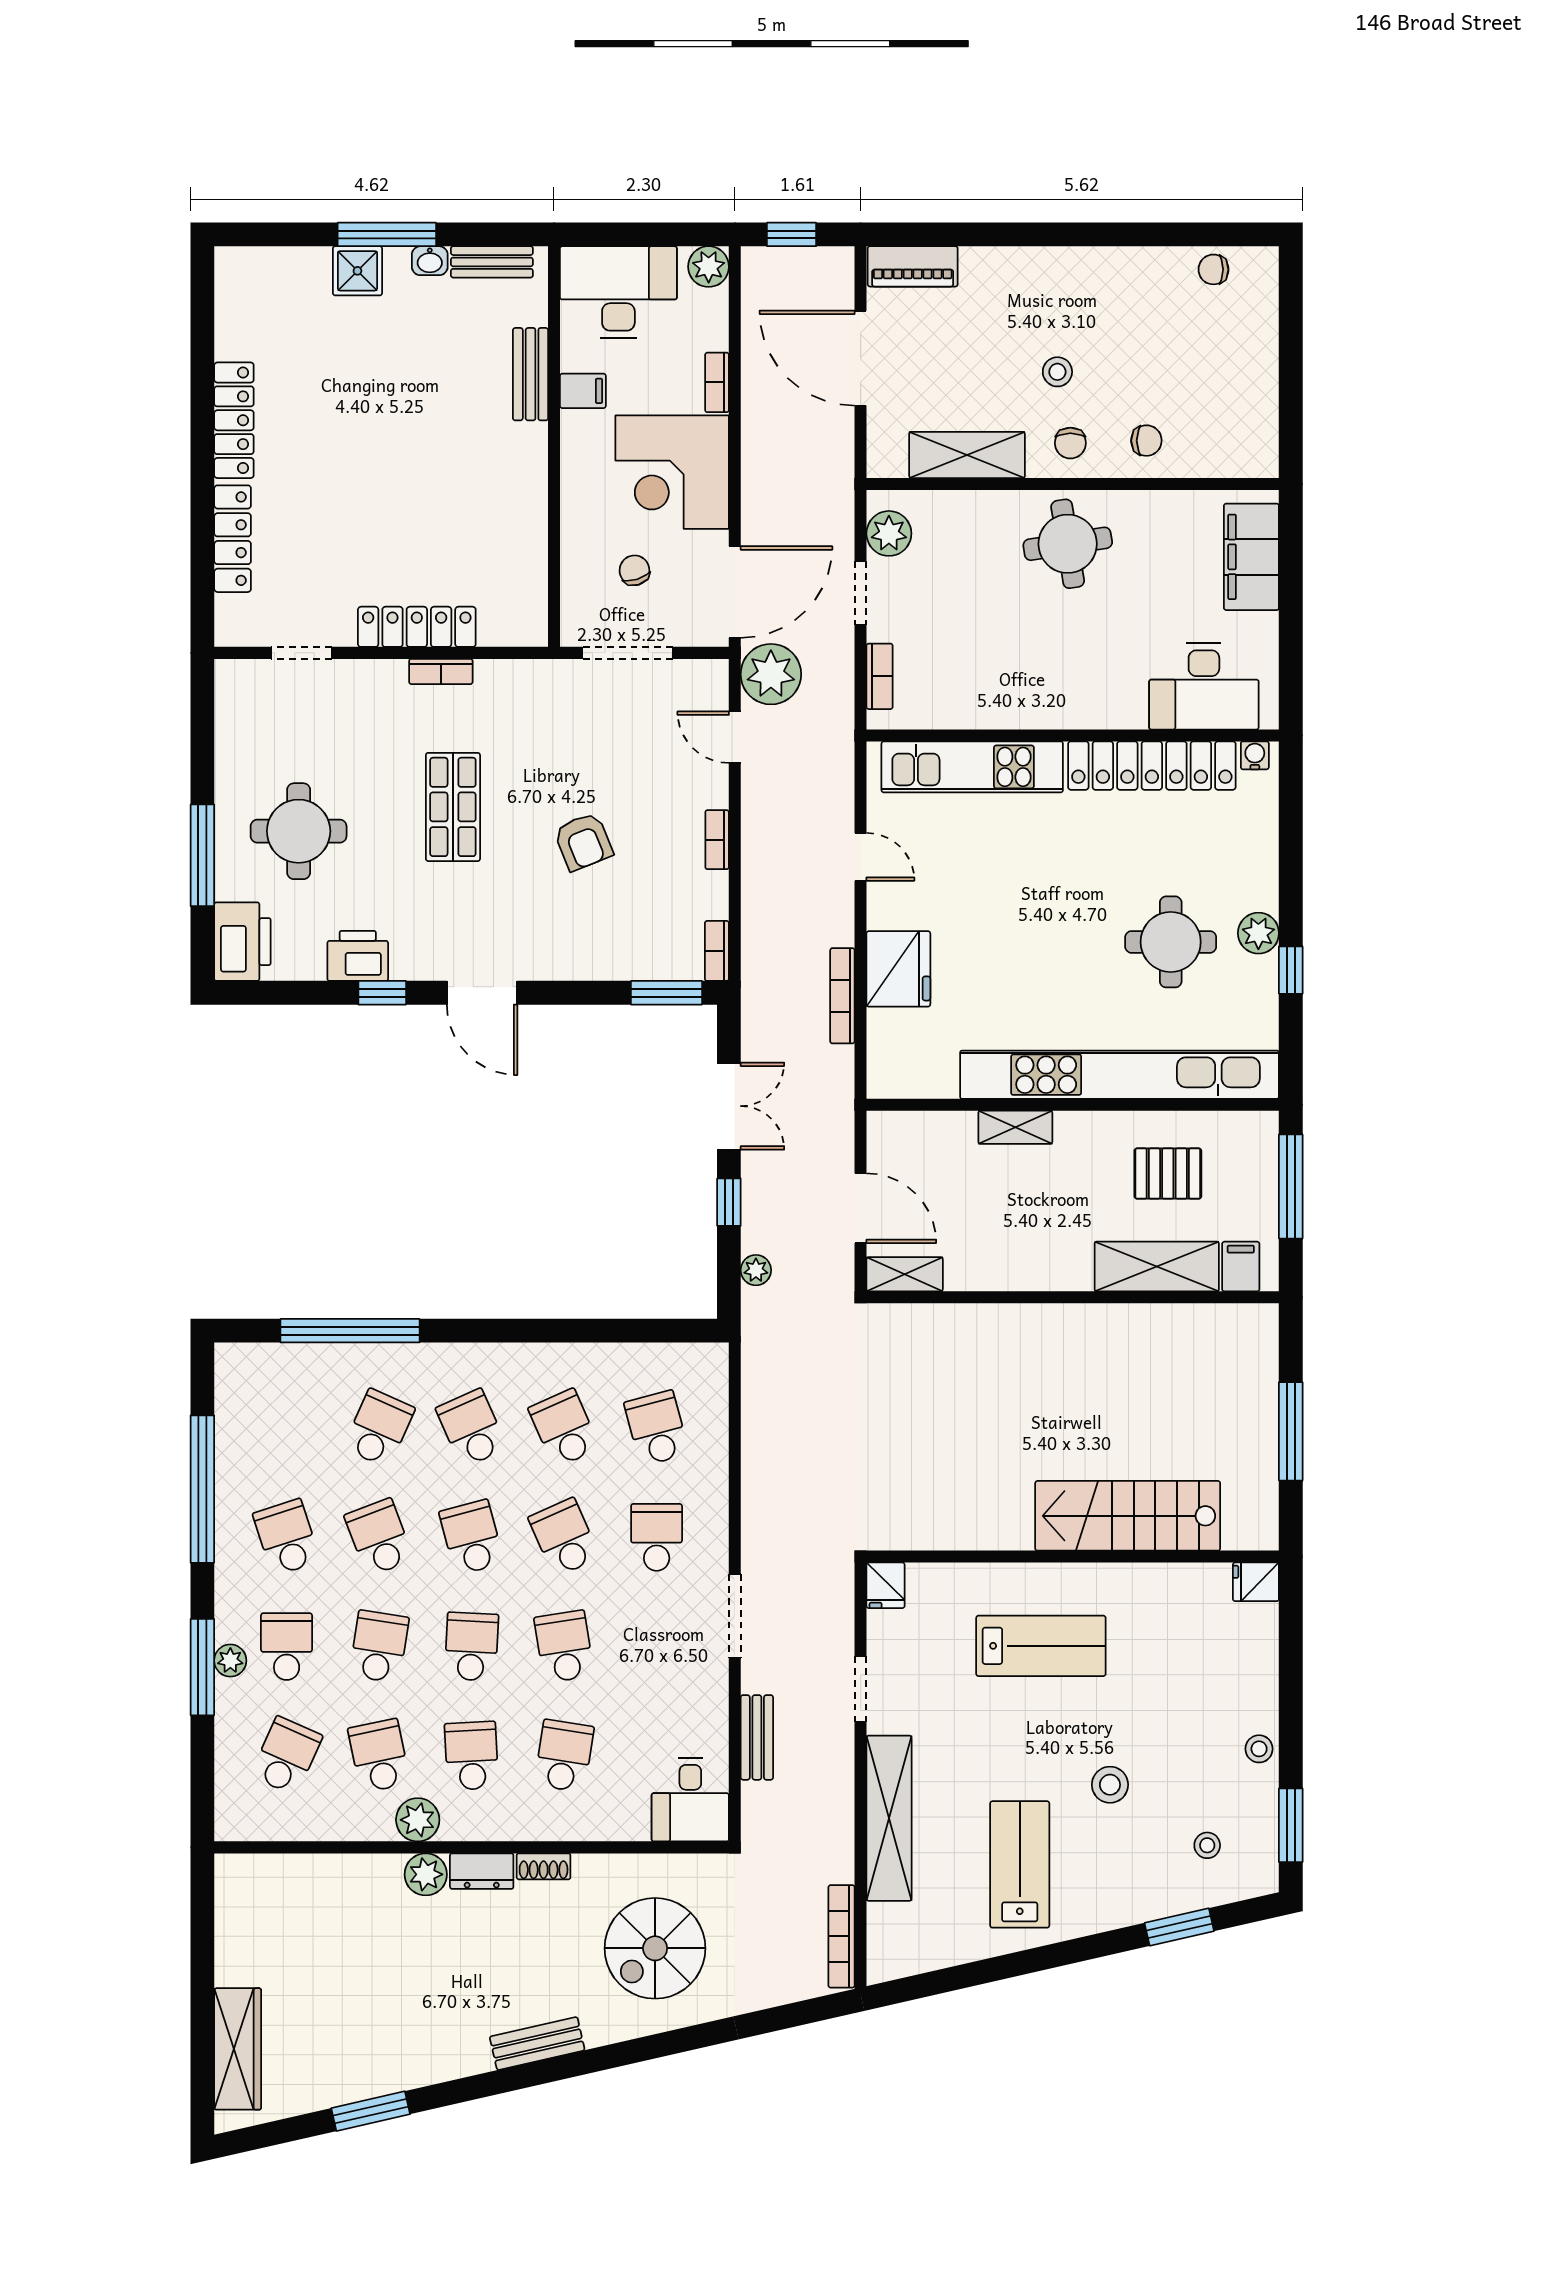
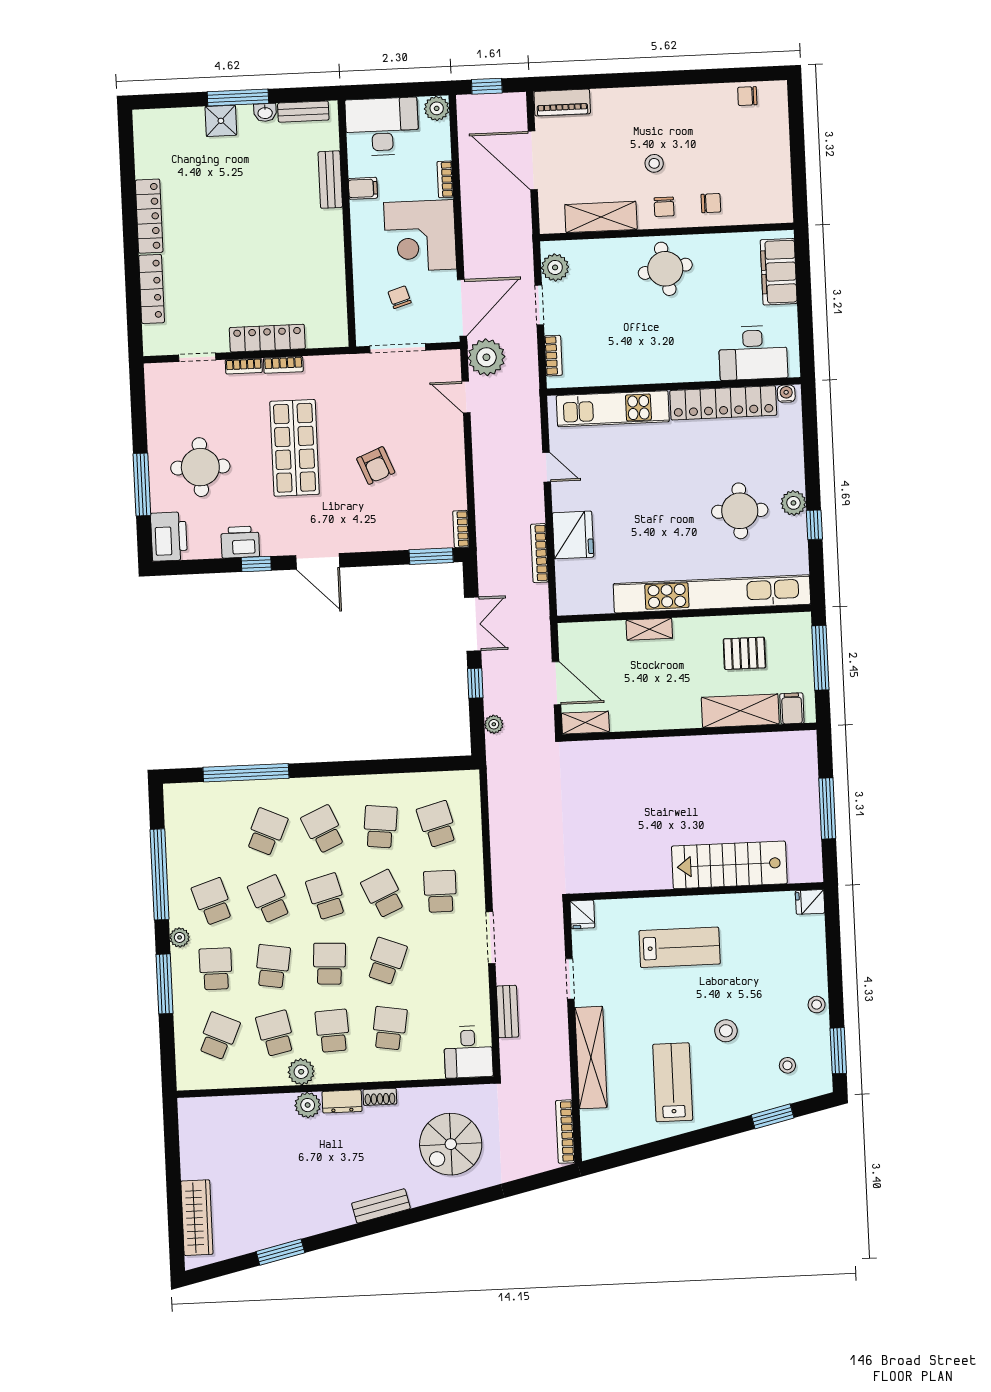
shop shelf: (453, 807) -> (295, 448), width x1.43, depth x1.36
bookcase: (717, 840) -> (244, 366), moved, turned -90
school desk: (564, 1428) -> (380, 827), turned 30
school desk: (564, 1647) -> (386, 961), turned 30
plant: (230, 1661) -> (180, 937), moved

